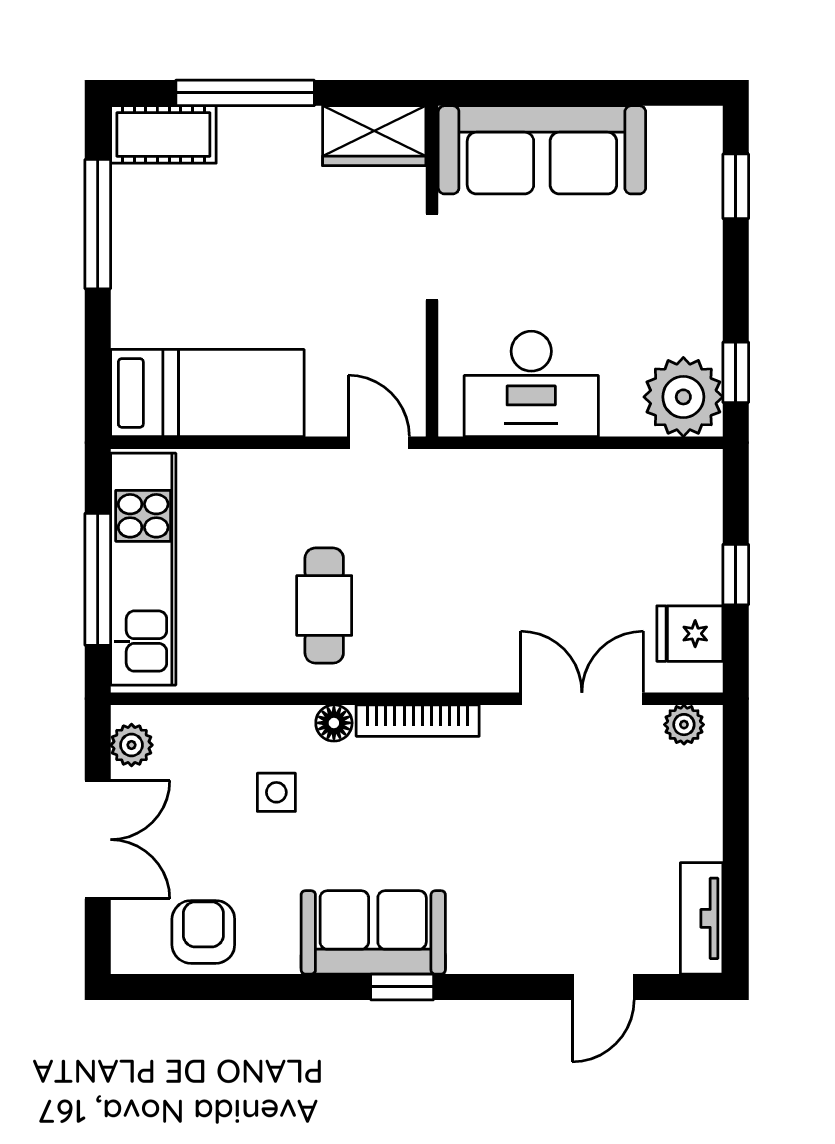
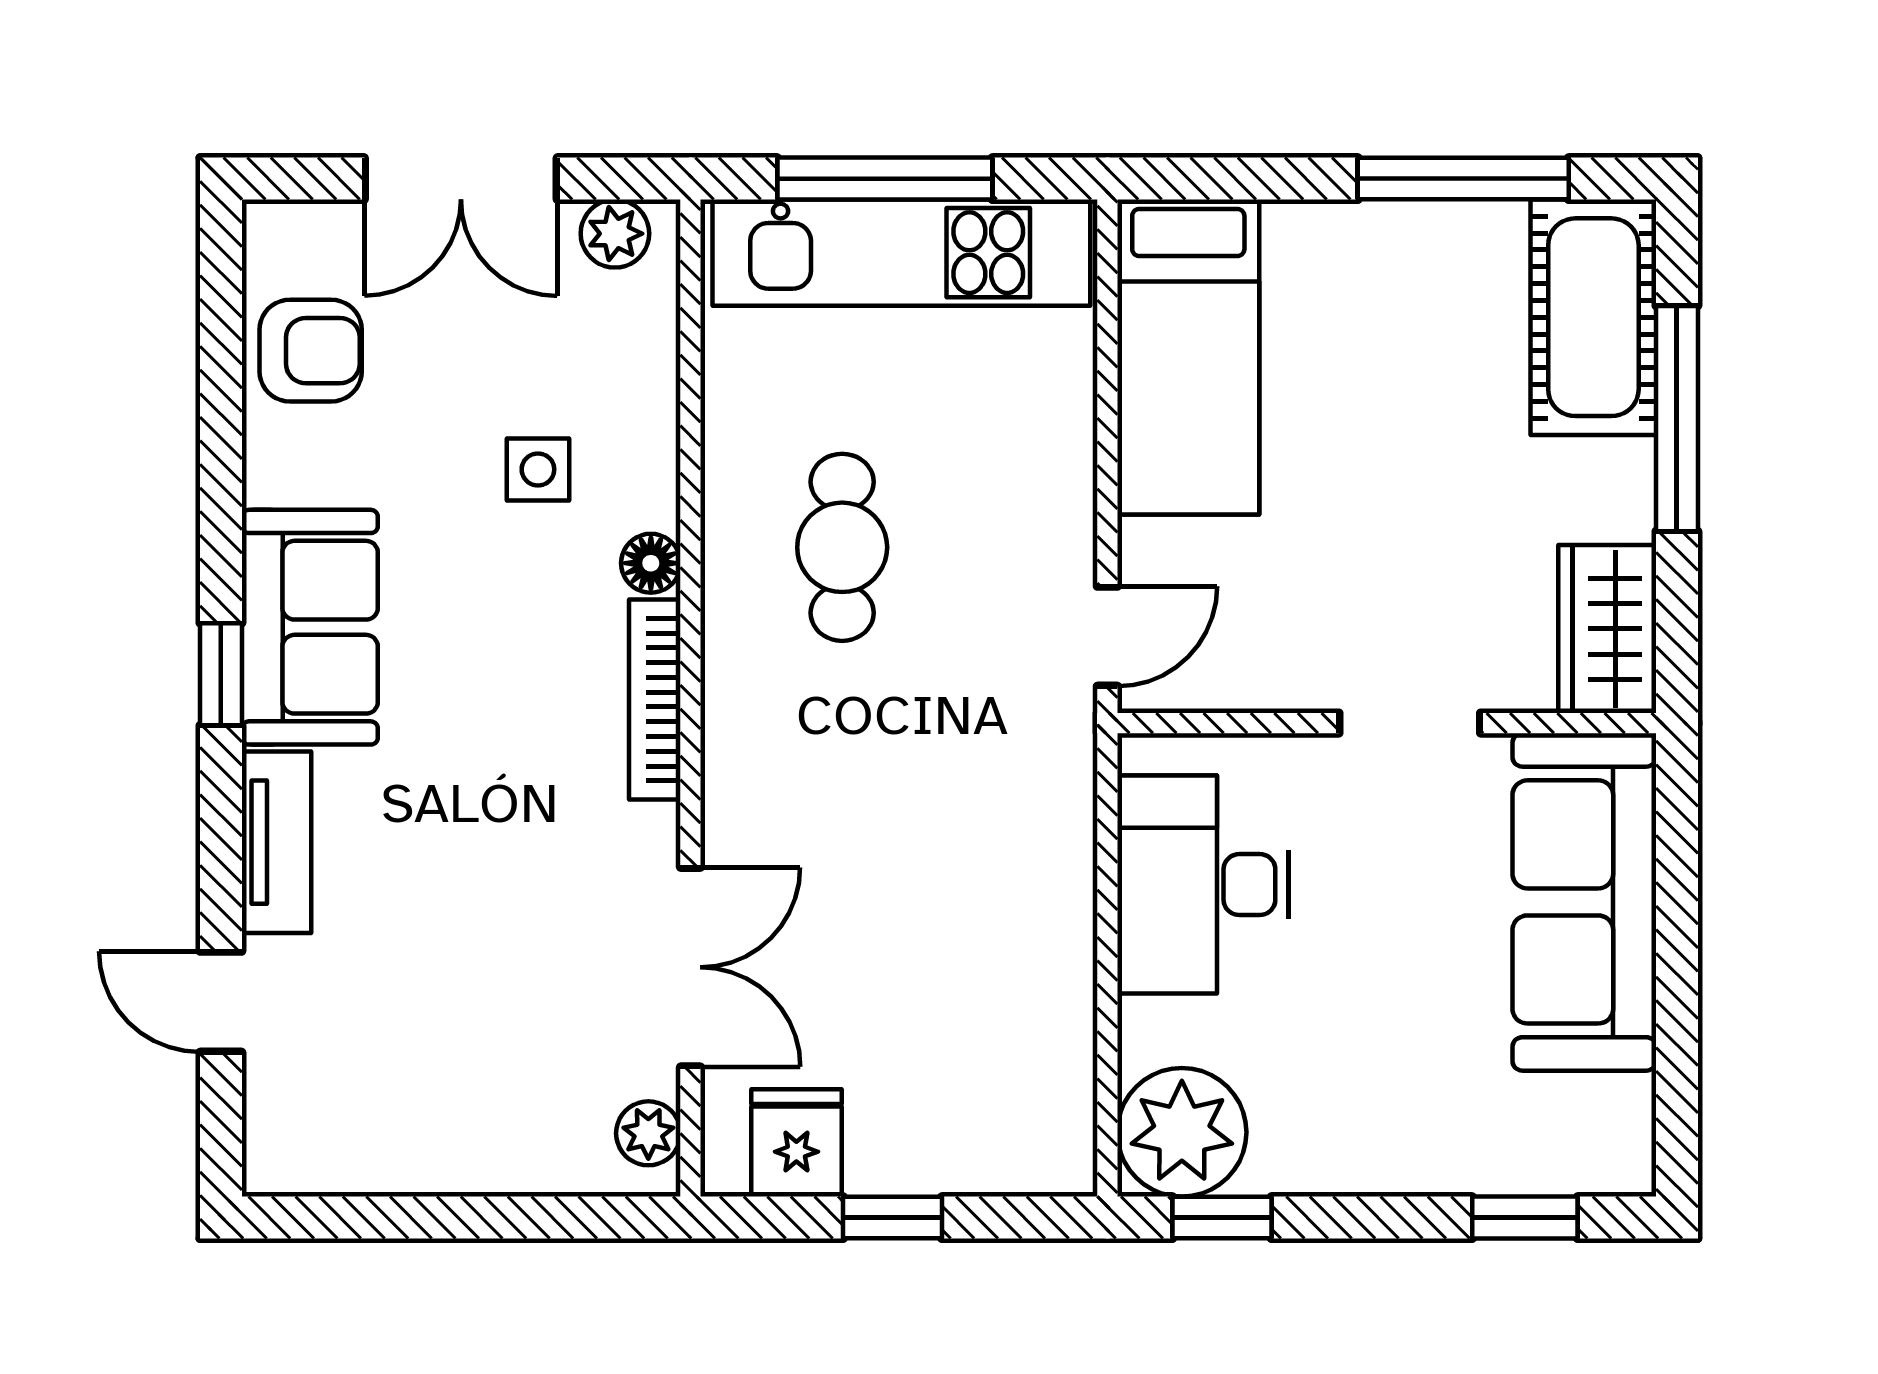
cot: (163, 134) -> (1593, 317), width x1.37, depth x1.34
cafe table: (324, 606) -> (842, 547), turned 90
tv unit: (702, 918) -> (276, 842), moved, turned 90

